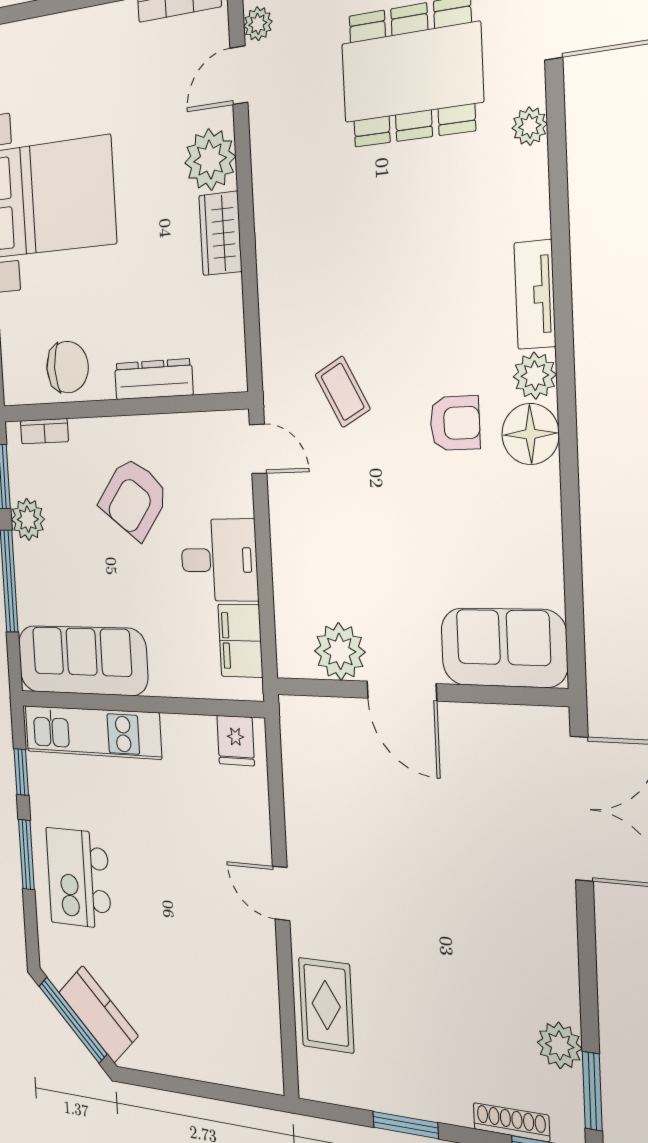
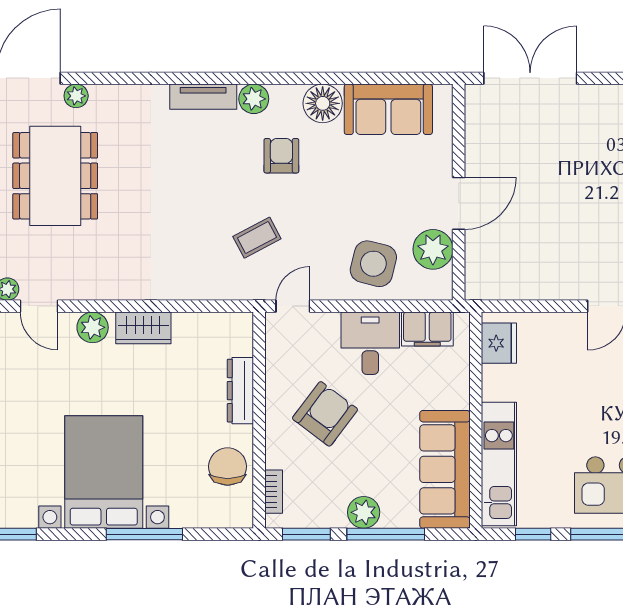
plant: (530, 126) -> (76, 96), moved
plant: (210, 160) -> (93, 327), width x0.73, depth x0.73
floor lamp: (530, 434) -> (323, 103), moved
armchair: (134, 498) -> (325, 414), turned -90
plant: (28, 519) -> (364, 512), moved
side table: (317, 565) -> (373, 264), added
sofa: (504, 648) -> (388, 109), moved, turned -90
fridge: (236, 741) -> (499, 343), width x1.38

